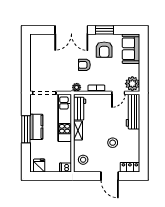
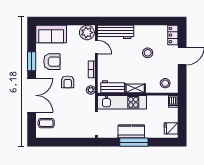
coffee table: (44, 44) -> (46, 123), added

